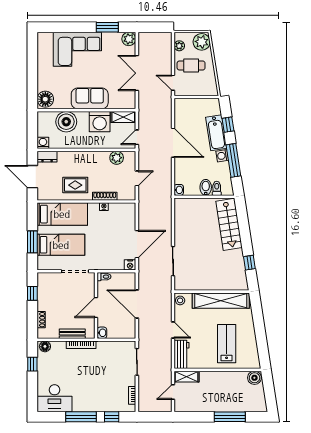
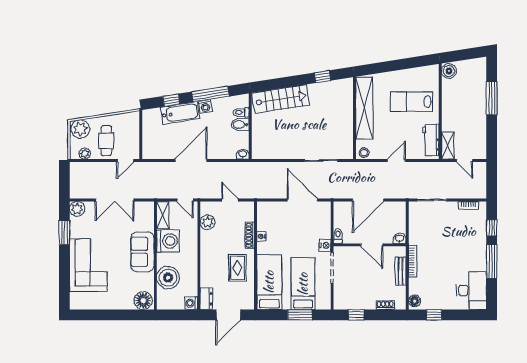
nightstand: (130, 265) -> (325, 245), moved
workbench: (182, 354) -> (431, 140), moved, turned -90

